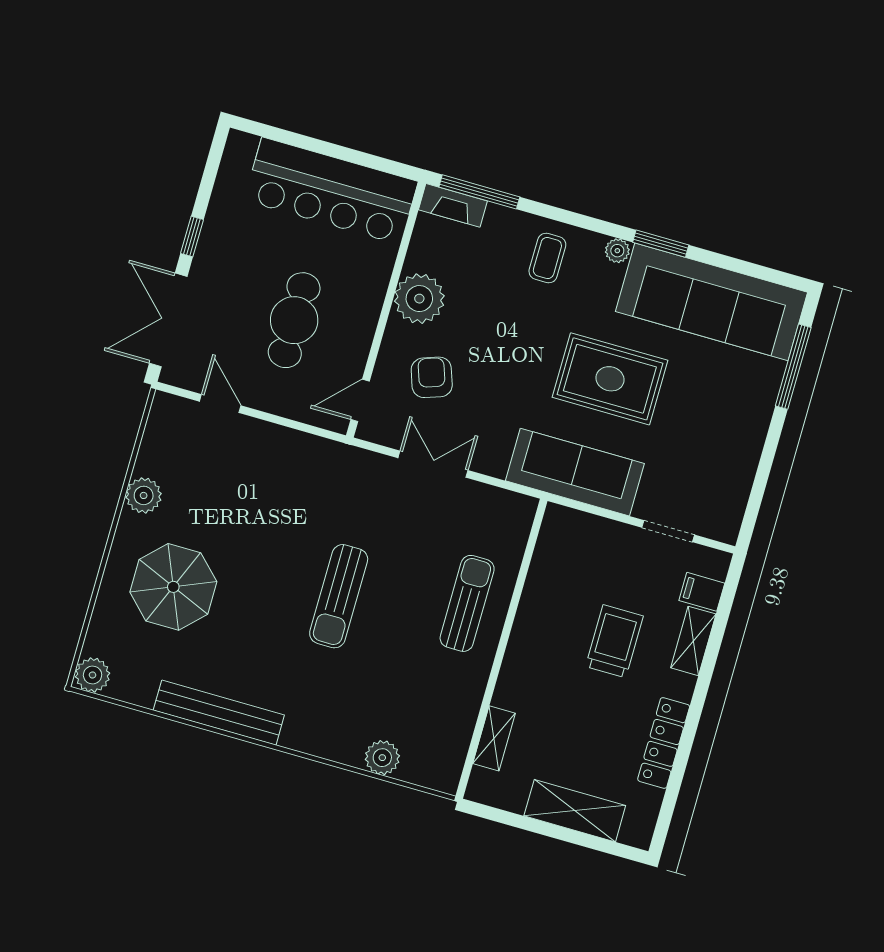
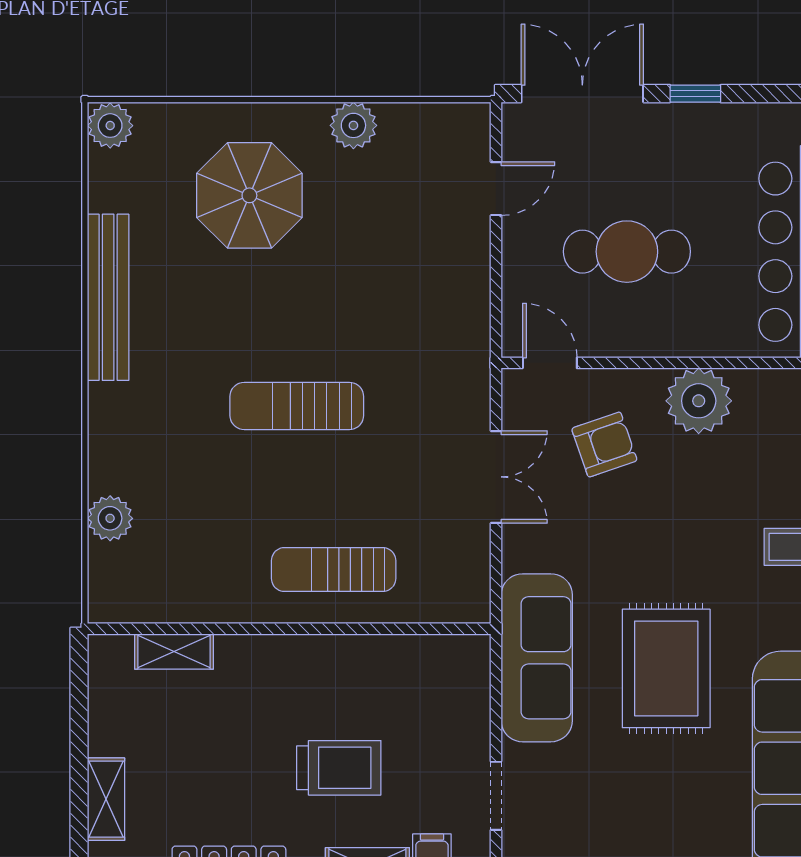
sun lounger: (467, 603) -> (334, 570), turned 180
shelving: (575, 811) -> (106, 799), width x0.67, depth x0.75

